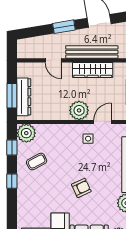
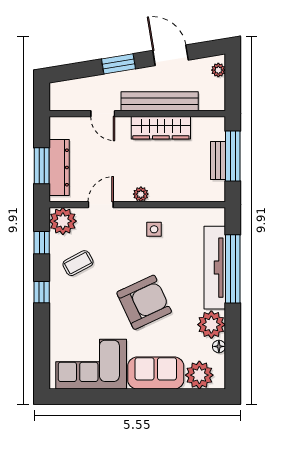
plant: (79, 110) -> (141, 194), width x0.53, depth x0.53
door: (102, 122) -> (101, 205), moved
armchair: (81, 188) -> (144, 302), width x1.88, depth x1.88

